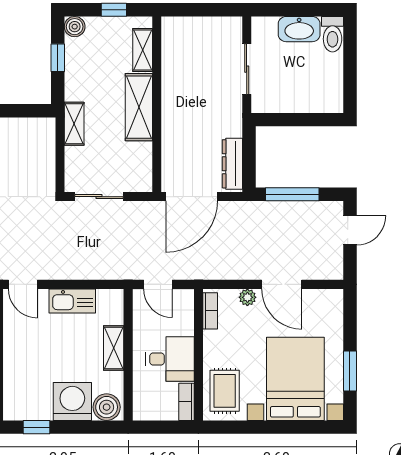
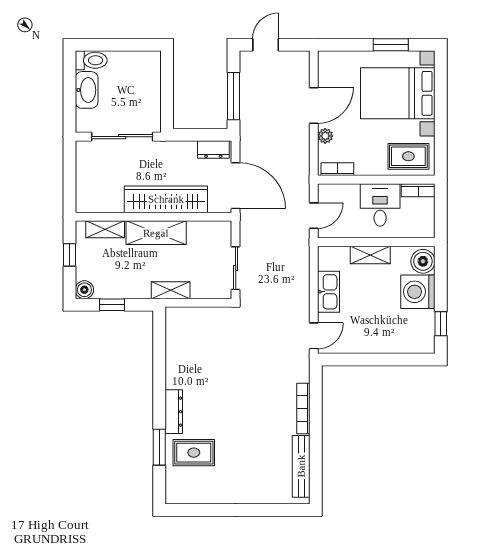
sliding door: (247, 69) -> (122, 137), width x1.37
wardrobe: (176, 118) -> (166, 199), added
dresser: (232, 164) -> (213, 149), width x0.70
door: (350, 230) -> (266, 45), hinge flipped

